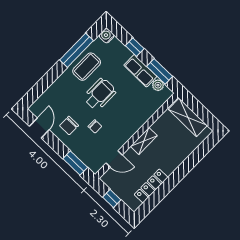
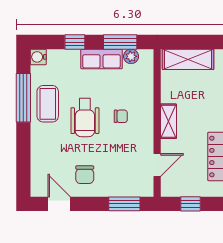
wheelchair: (100, 94) -> (85, 118), turned 180
chair: (95, 126) -> (121, 116), moved

